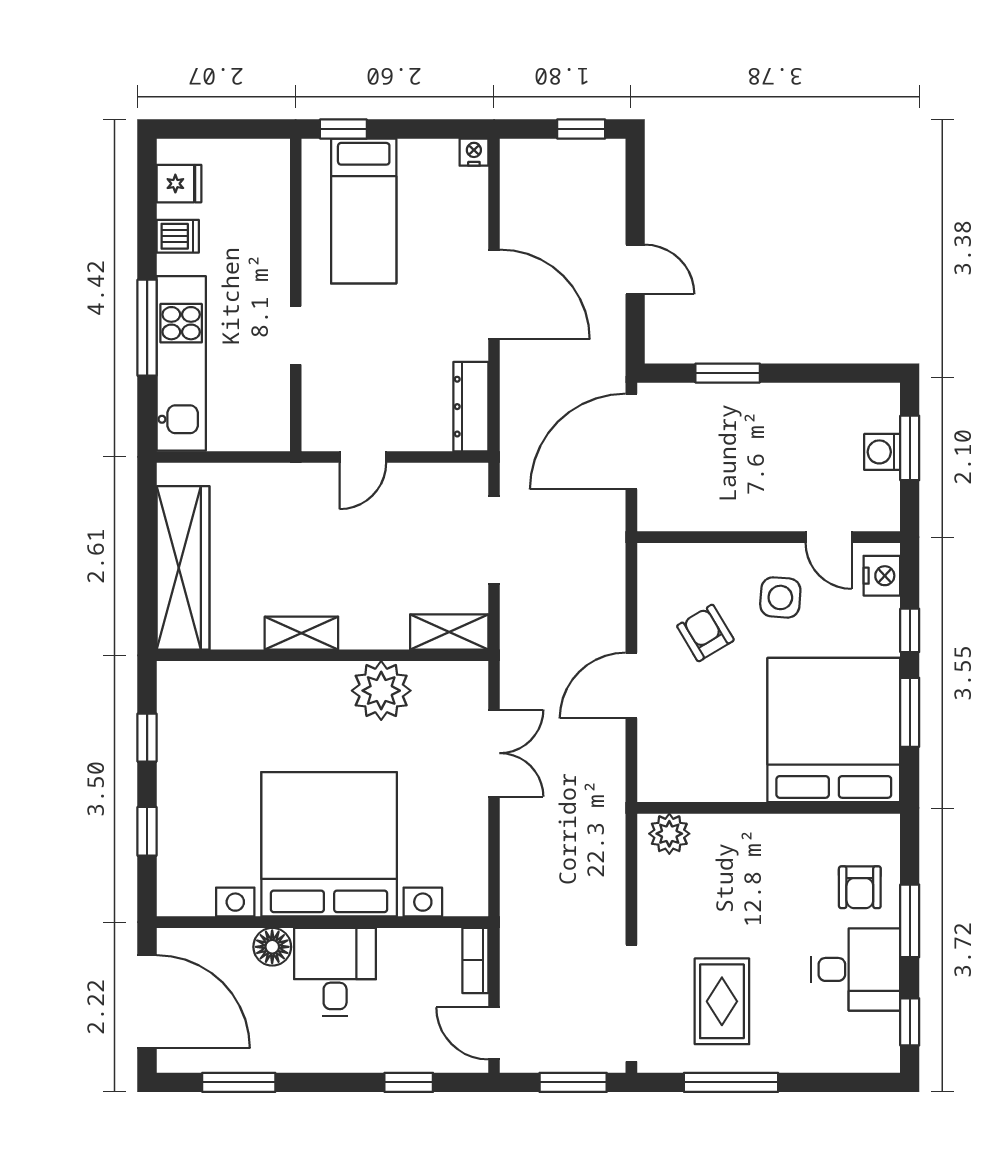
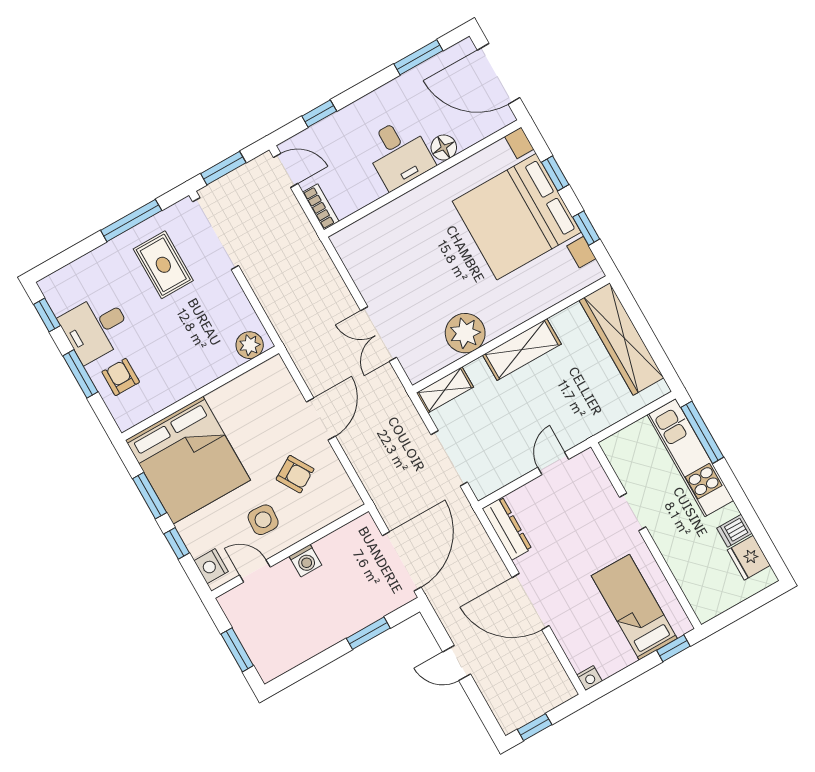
fridge: (179, 184) -> (749, 558), width x1.38
window: (147, 328) -> (702, 432), moved
washing machine: (882, 452) -> (305, 561), moved, turned 90
shelving: (301, 633) -> (522, 350), width x1.50, depth x1.33
bed with nightstands: (329, 844) -> (517, 217), moved, turned 90

